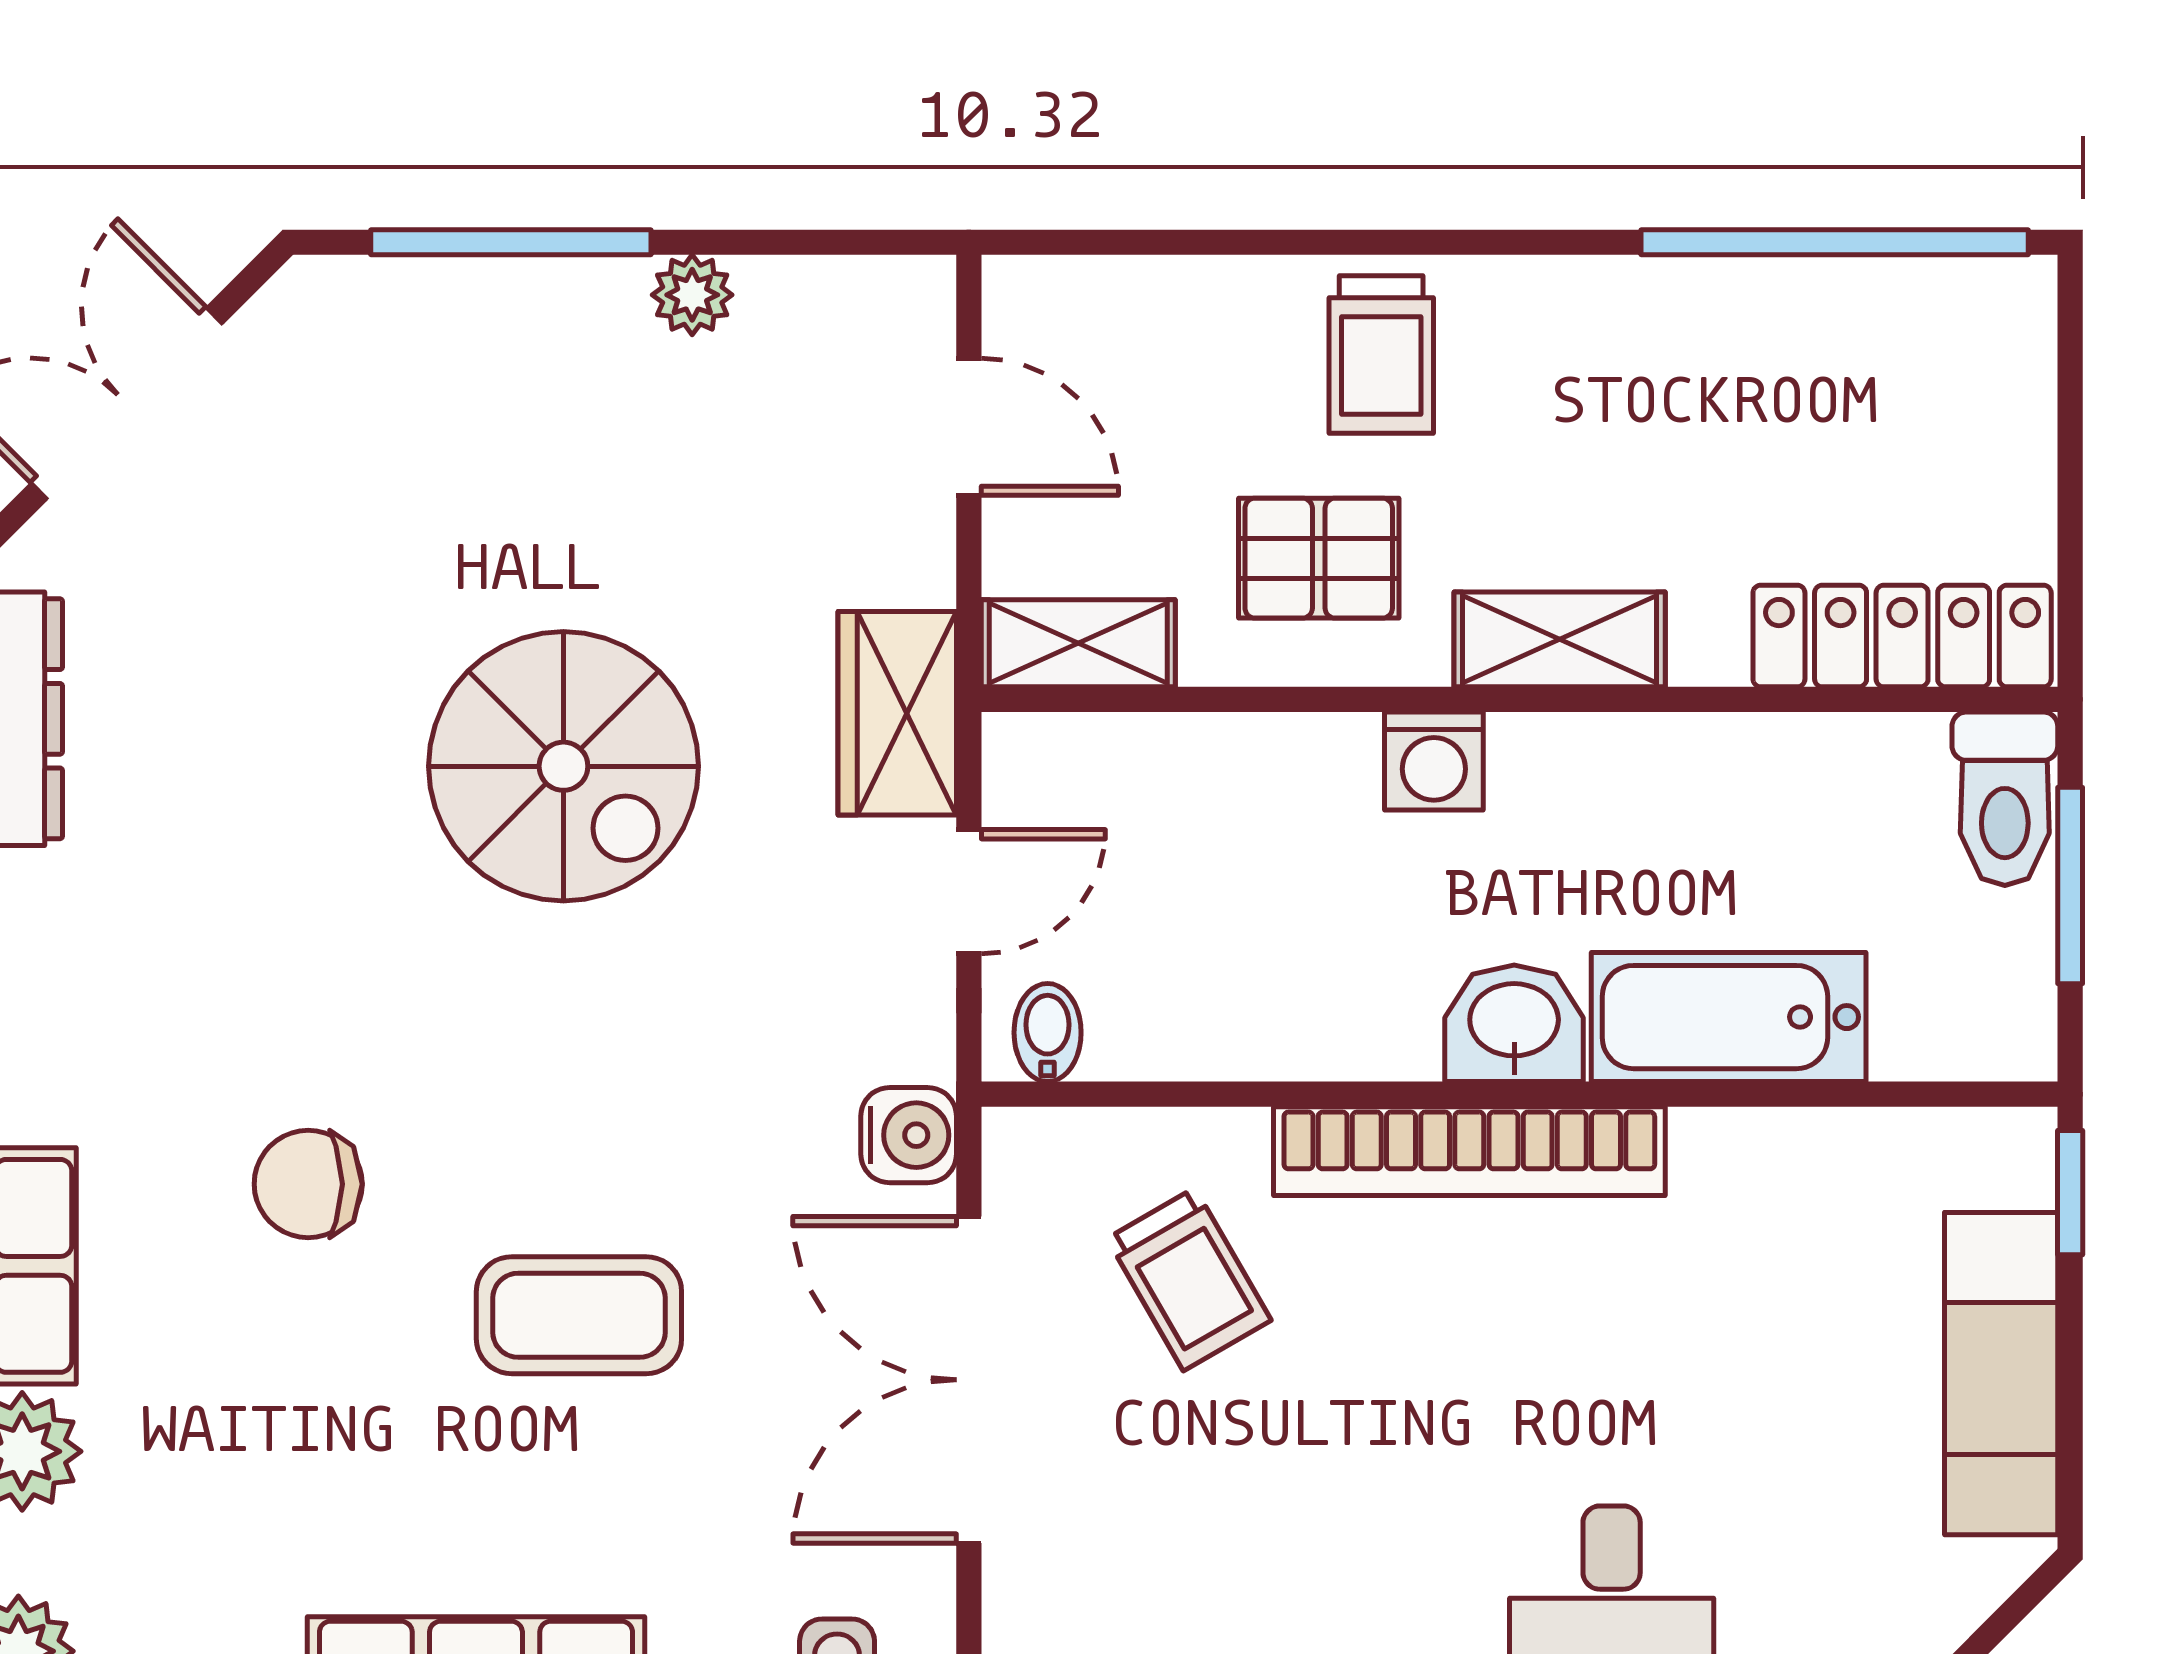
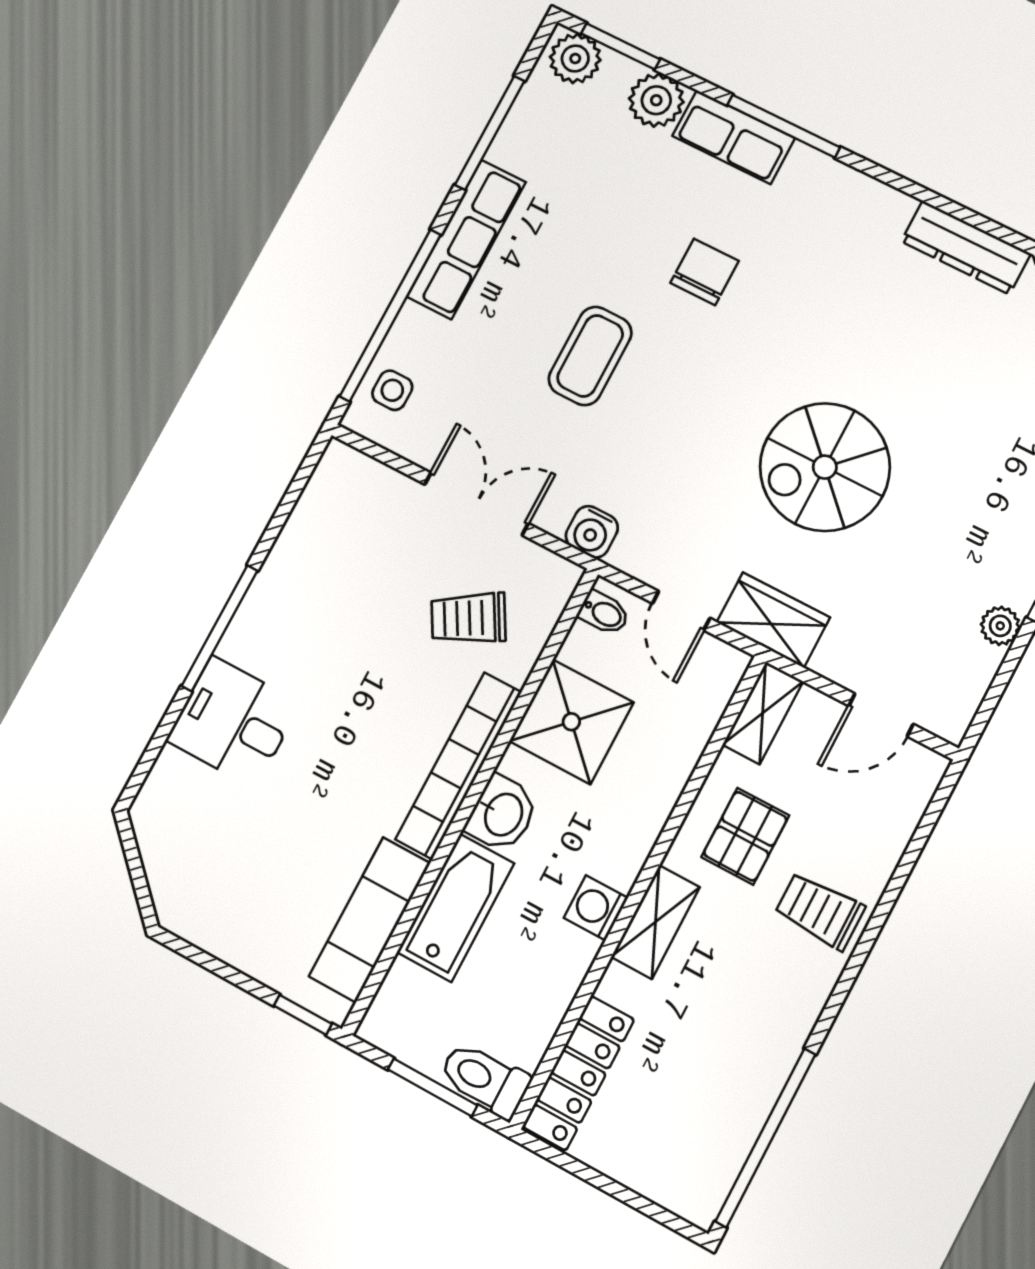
washing machine: (1434, 761) -> (596, 908), moved
shower: (1279, 986) -> (571, 722), added
exam couch: (2001, 1374) -> (370, 920), moved, turned -90
double door: (969, 1380) -> (476, 504), width x0.73

